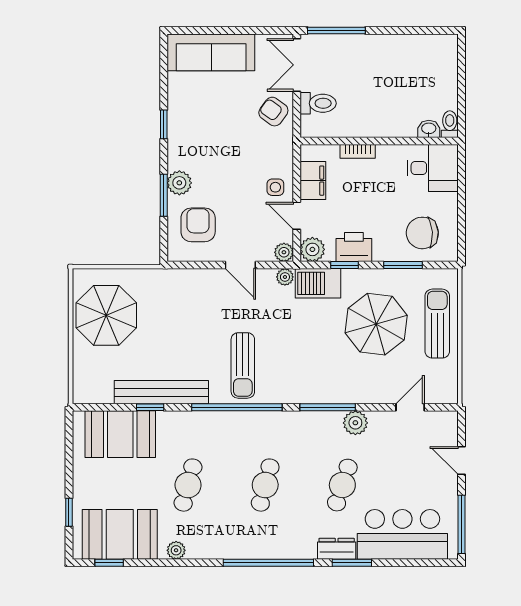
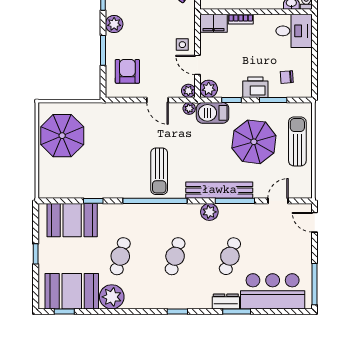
filing cabinet: (313, 181) -> (213, 23), moved, turned 90
plant: (179, 183) -> (114, 24), moved
chair: (422, 233) -> (287, 77), width x0.54, depth x0.54
printer: (354, 247) -> (255, 87), moved
bench: (161, 392) -> (219, 190), moved
window: (328, 407) -> (235, 201), moved
plant: (355, 423) -> (209, 212), moved
door: (461, 460) -> (315, 222), moved
window: (69, 512) -> (36, 254), moved
plant: (176, 550) -> (112, 297), width x1.87, depth x1.87
window: (268, 563) -> (177, 311), width x0.32

